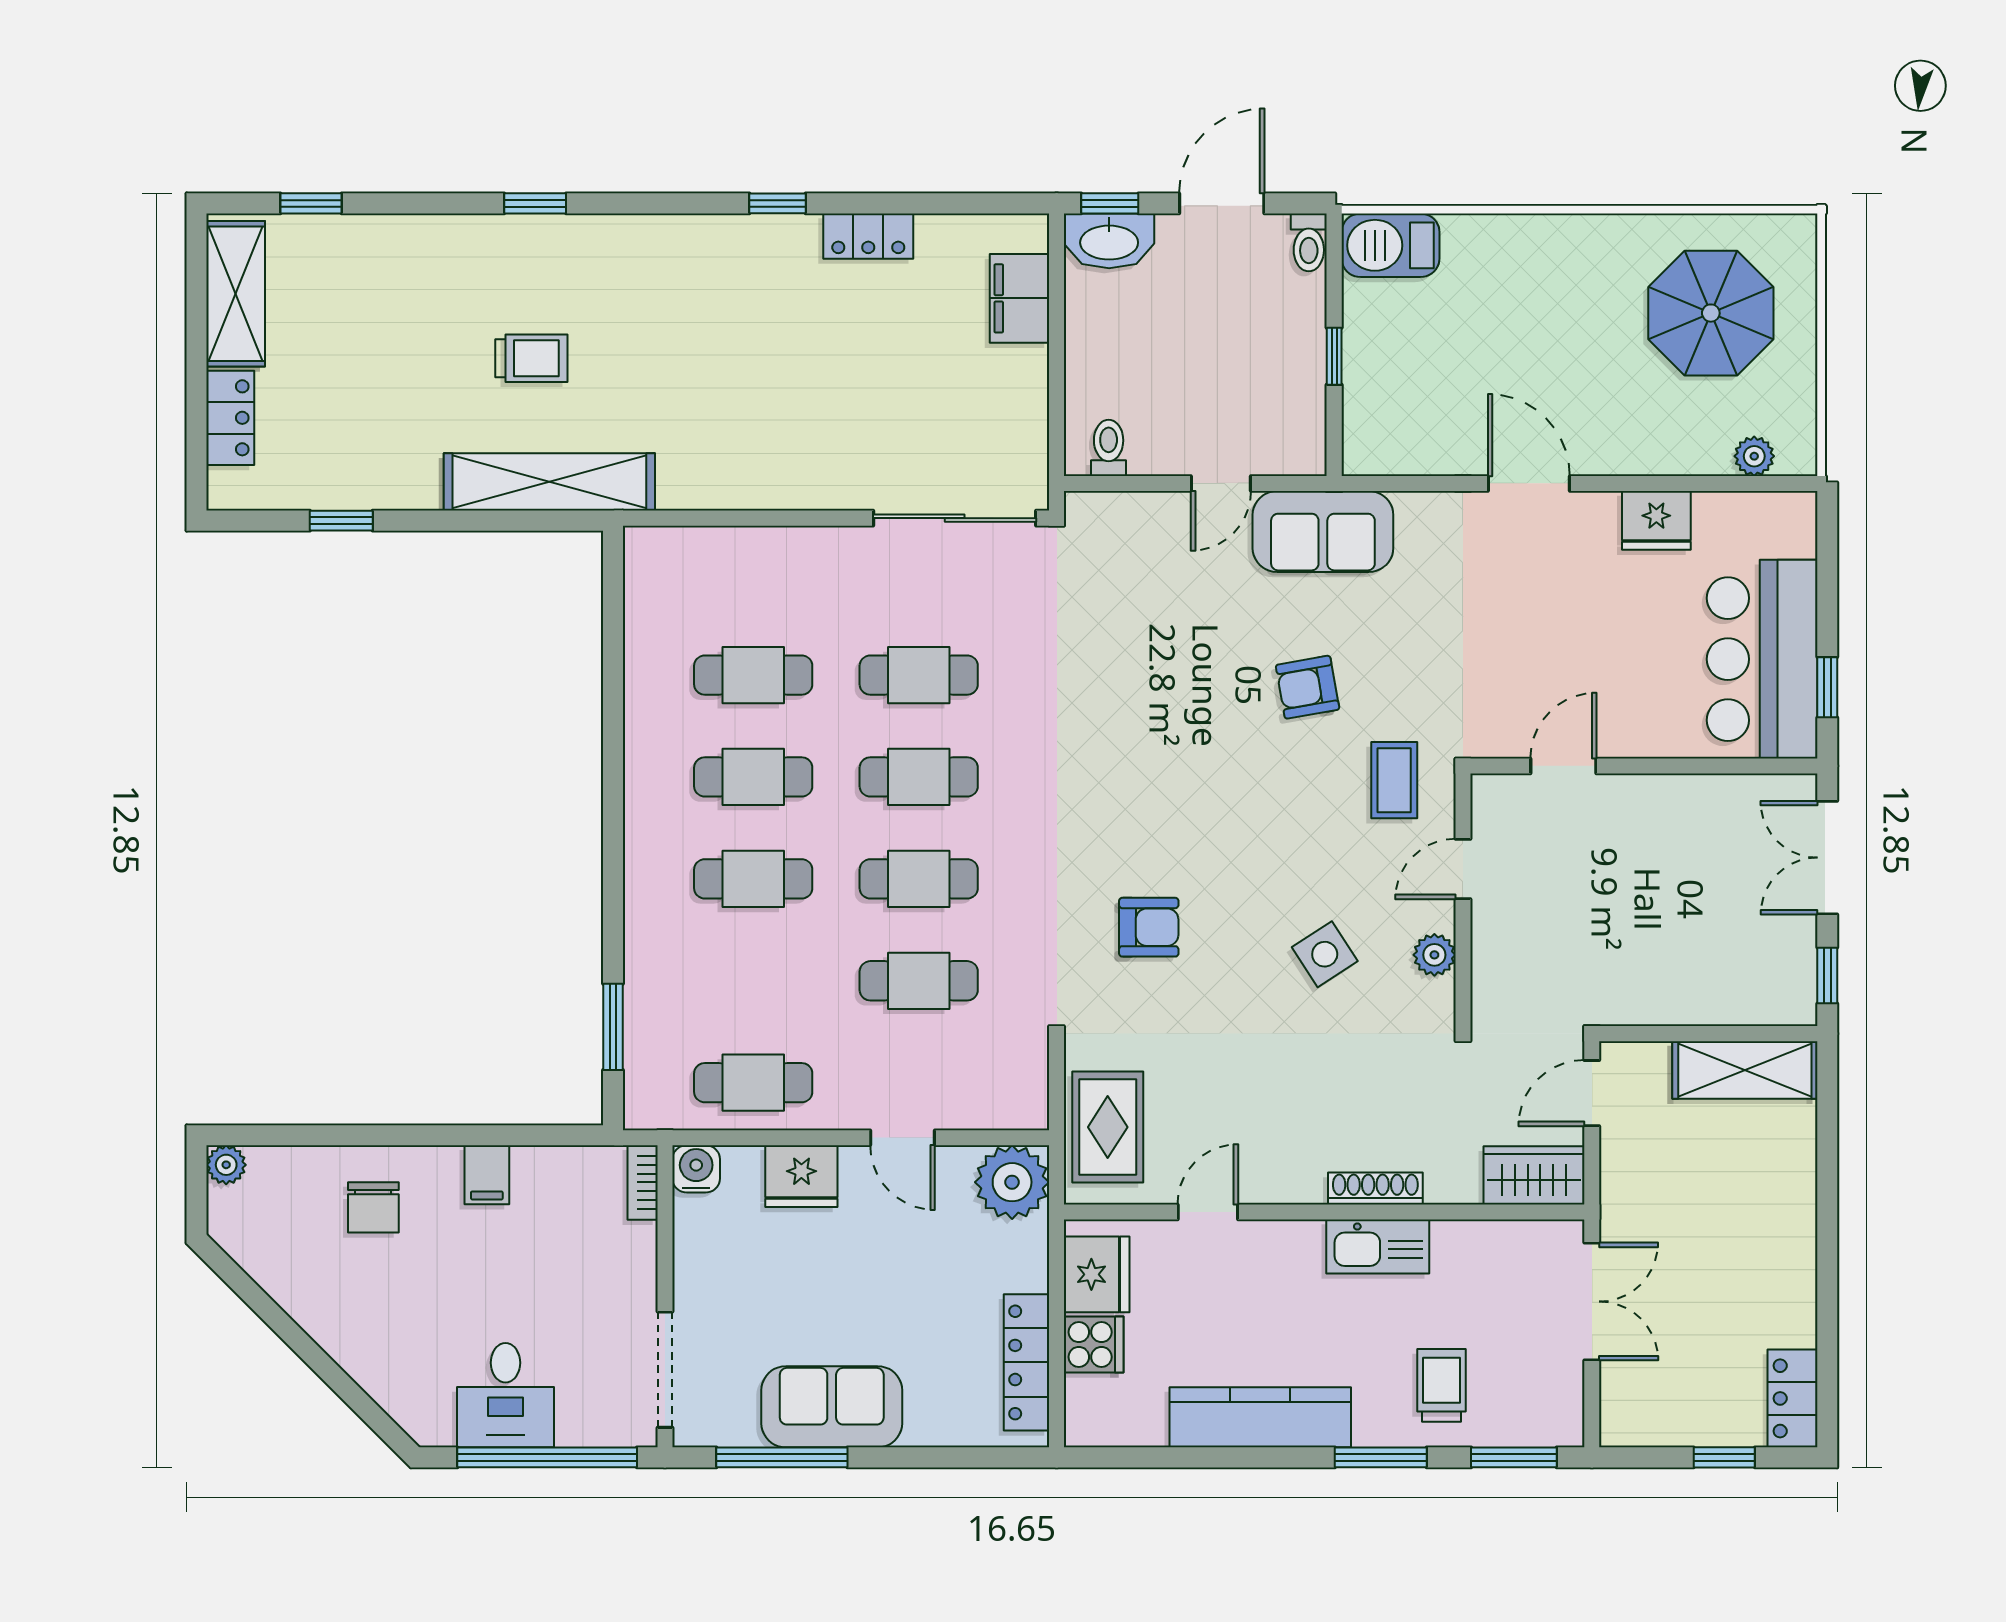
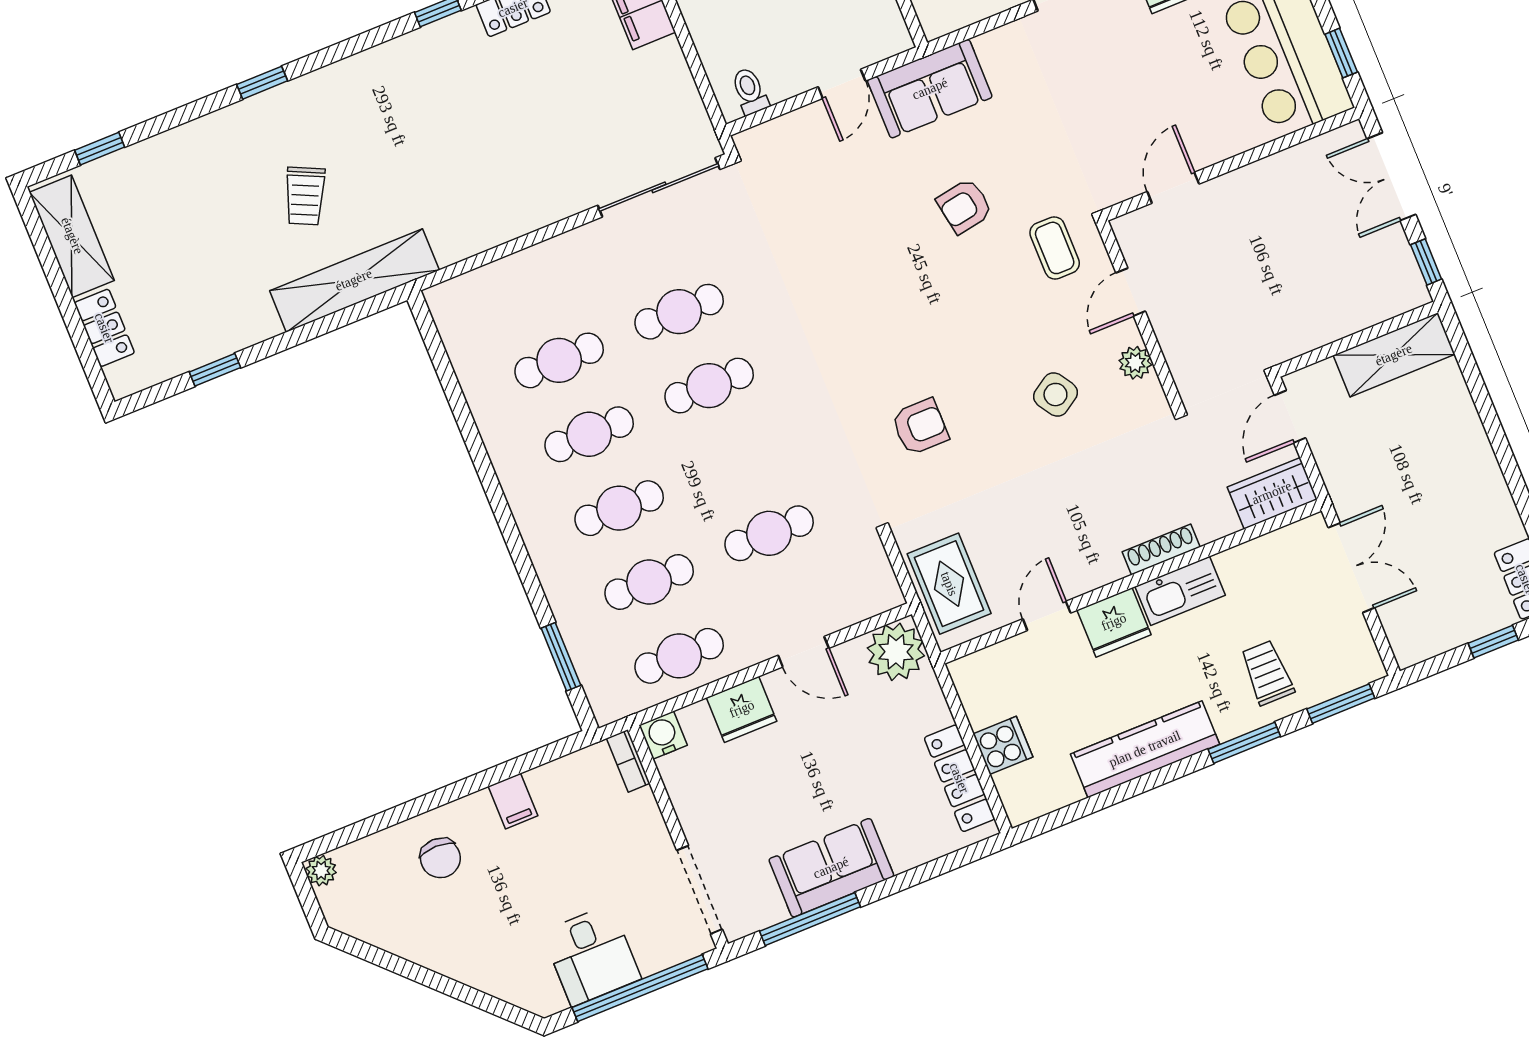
trolley: (531, 358) -> (305, 196), turned 115
cafe table: (919, 879) -> (649, 582), moved
fridge: (1097, 1274) -> (1114, 622), moved, turned 90

